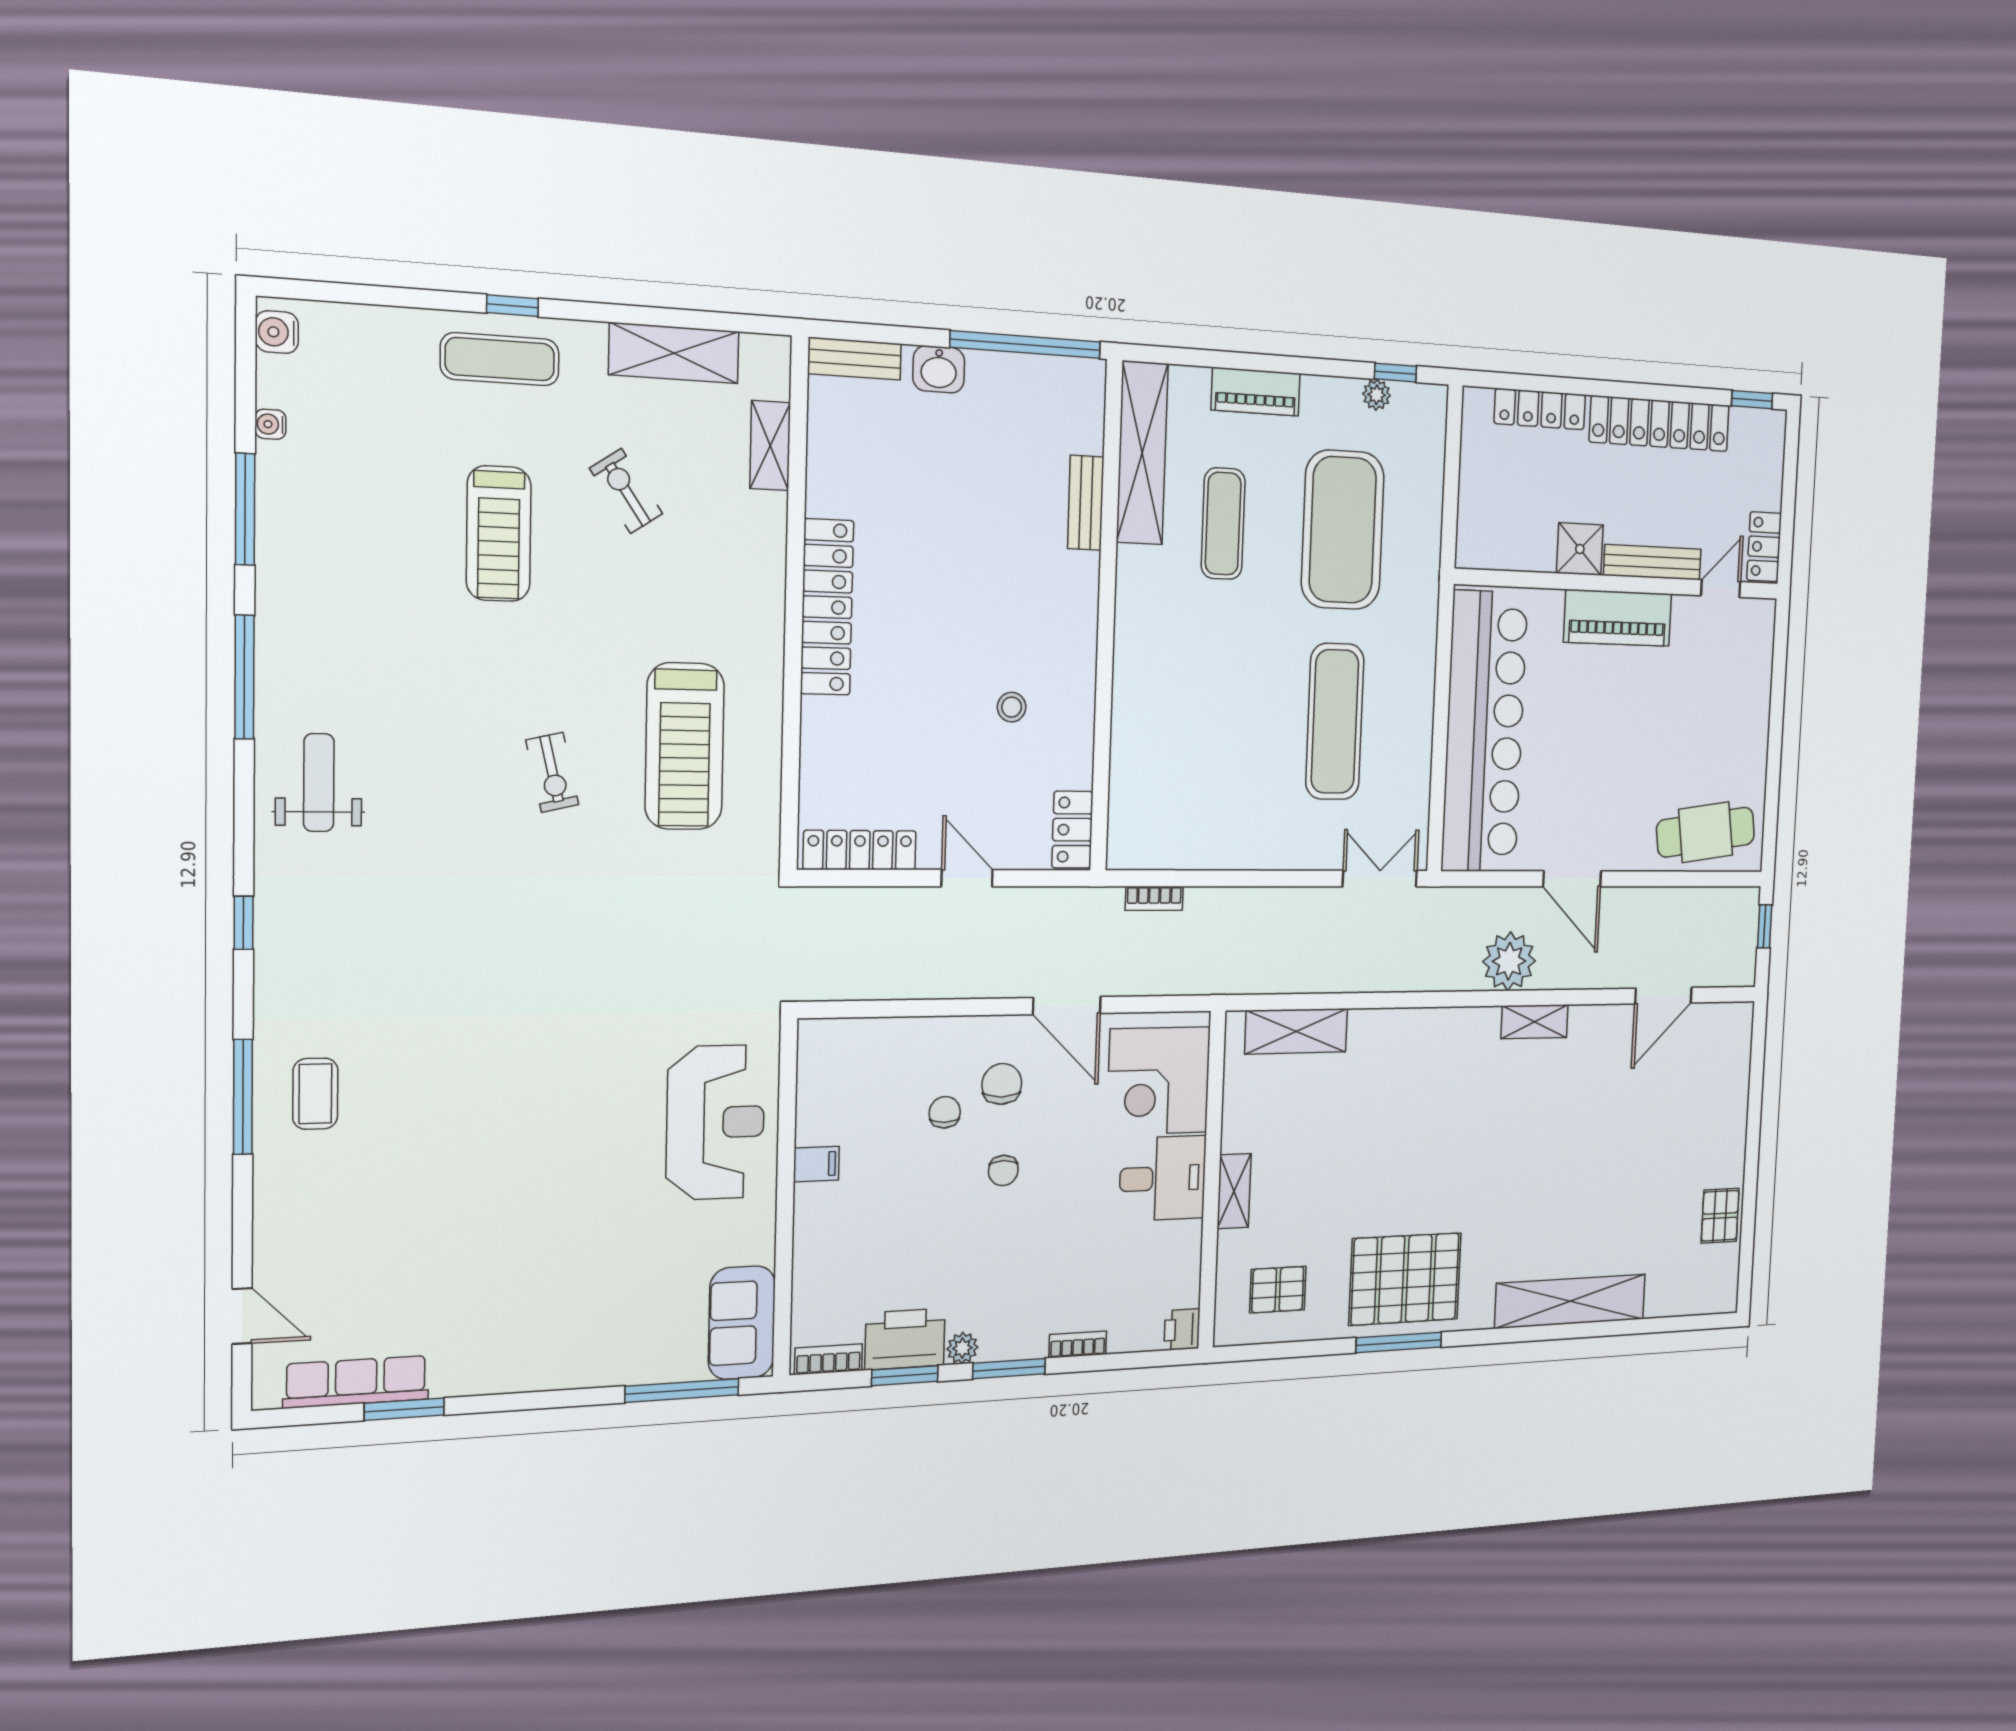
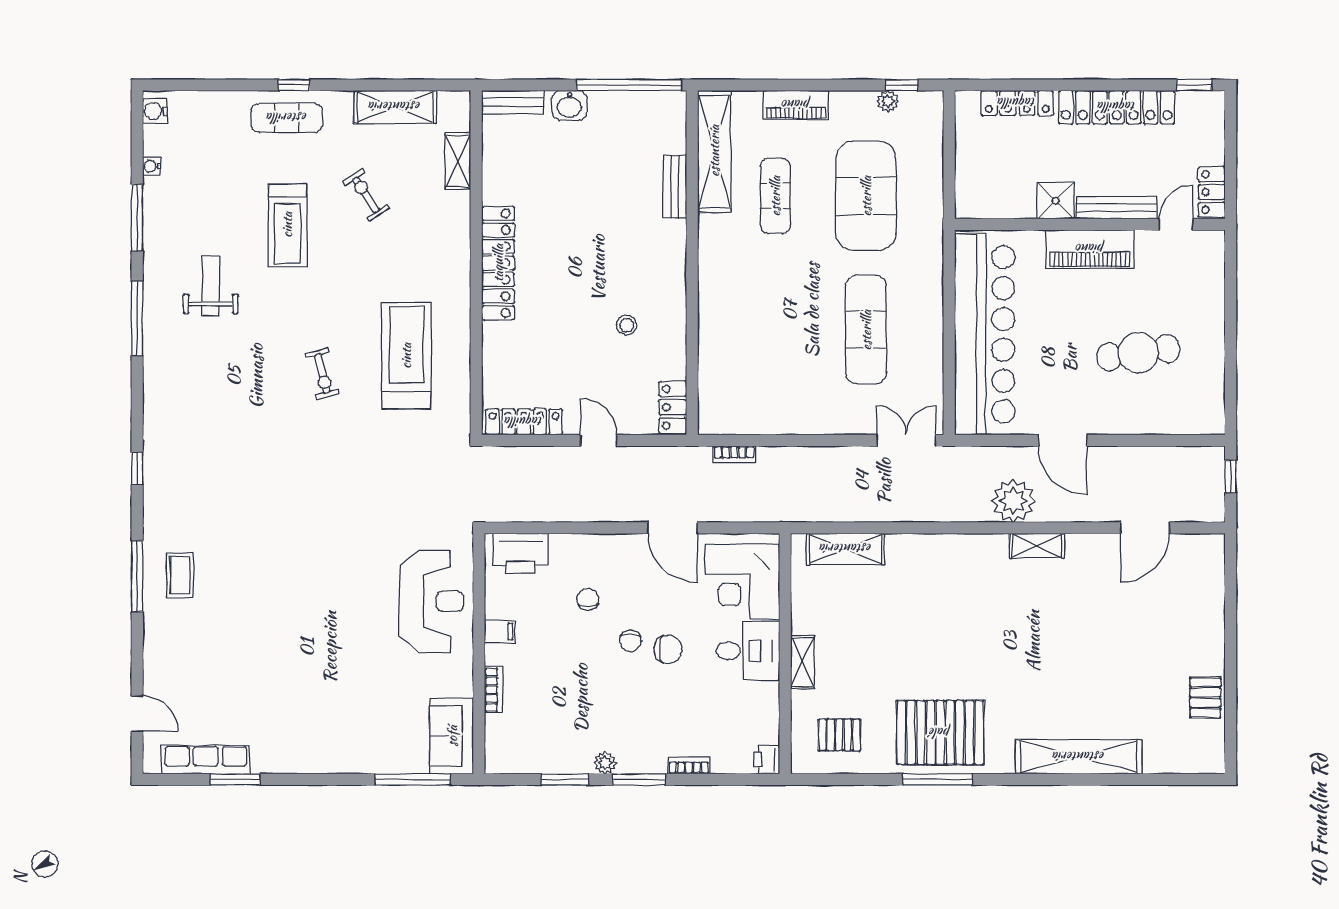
treadmill: (685, 746) -> (406, 356), turned 180
weight bench: (319, 783) -> (211, 286), moved
cafe table: (1706, 832) -> (1138, 353), moved
chair: (1002, 1084) -> (668, 649), moved, turned 90
printer: (905, 1339) -> (521, 553), moved, turned 180
bookcase: (829, 1359) -> (494, 690), moved, turned 90

